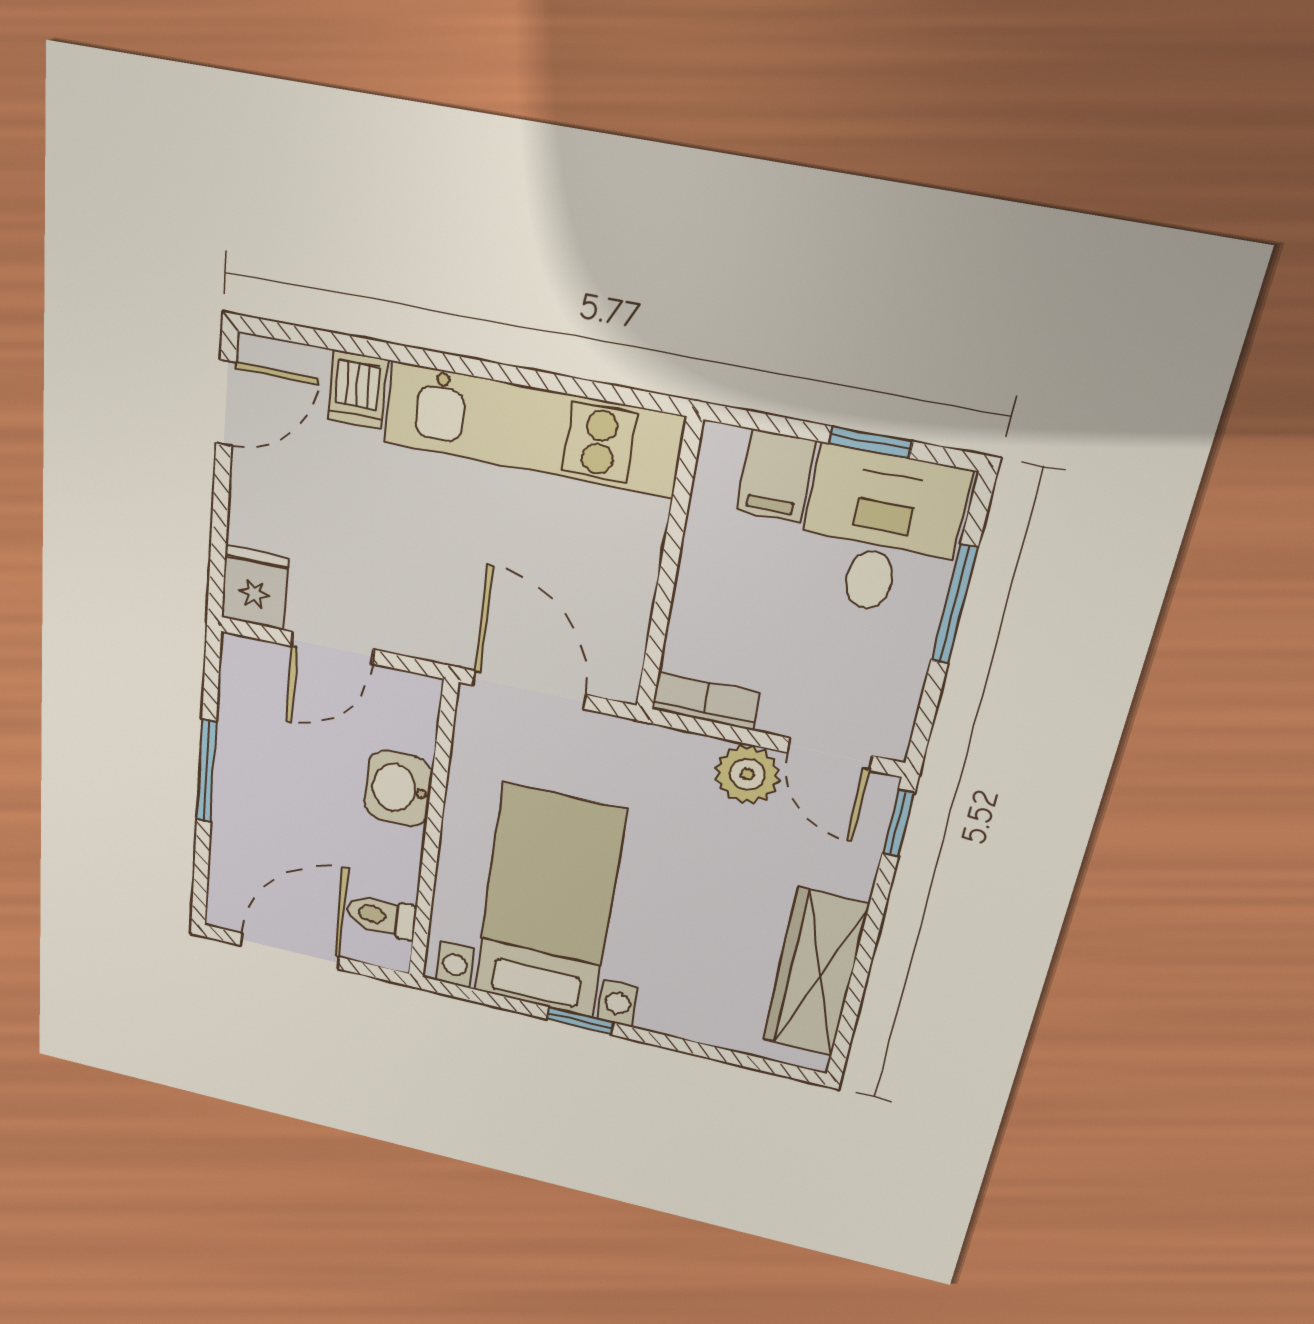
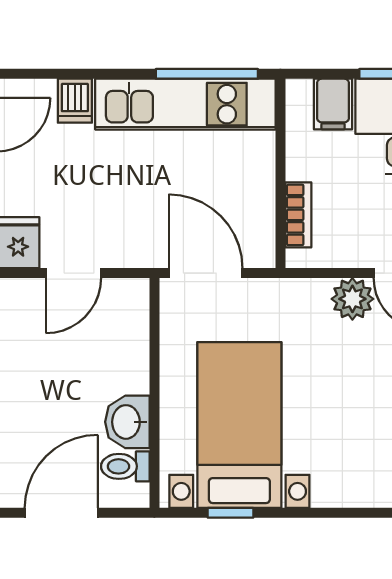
window: (574, 386) -> (207, 74), added
bookcase: (706, 701) -> (298, 215), moved, turned 90
washbasin: (398, 789) -> (127, 422), moved
window: (580, 1021) -> (231, 513), moved

